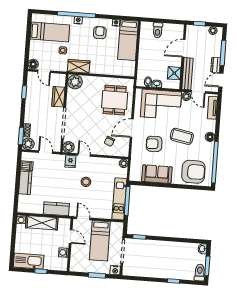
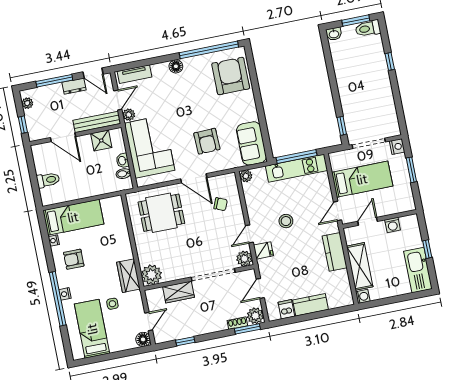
coffee table: (182, 136) -> (186, 106), removed
sofa: (157, 174) -> (251, 143), moved

